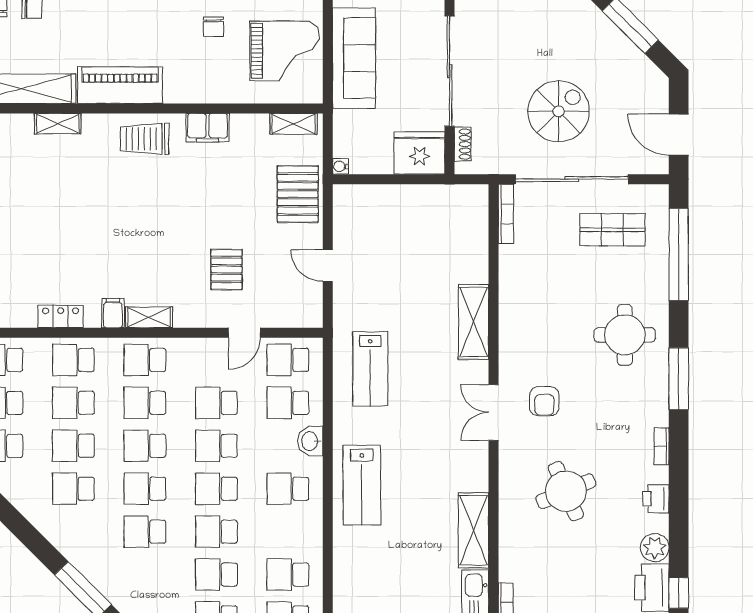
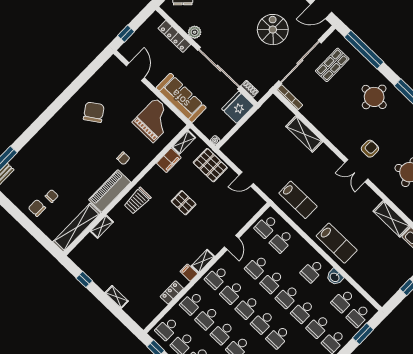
chair: (214, 27) -> (123, 158), moved
spiral stairs: (559, 111) -> (273, 30), moved
filing cabinet: (207, 128) -> (169, 160), moved
pallet: (226, 269) -> (184, 203), moved
shelving: (474, 322) -> (304, 134), moved
door: (244, 333) -> (231, 243), moved
armchair: (544, 401) -> (370, 149), turned -90
washbasin: (310, 441) -> (335, 277), moved

